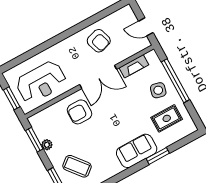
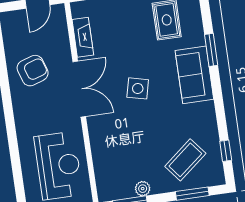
side table: (158, 90) -> (138, 88), moved
armchair: (79, 112) -> (116, 130), removed

